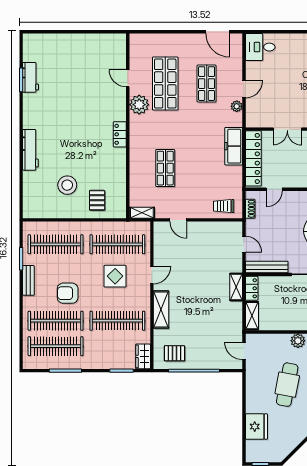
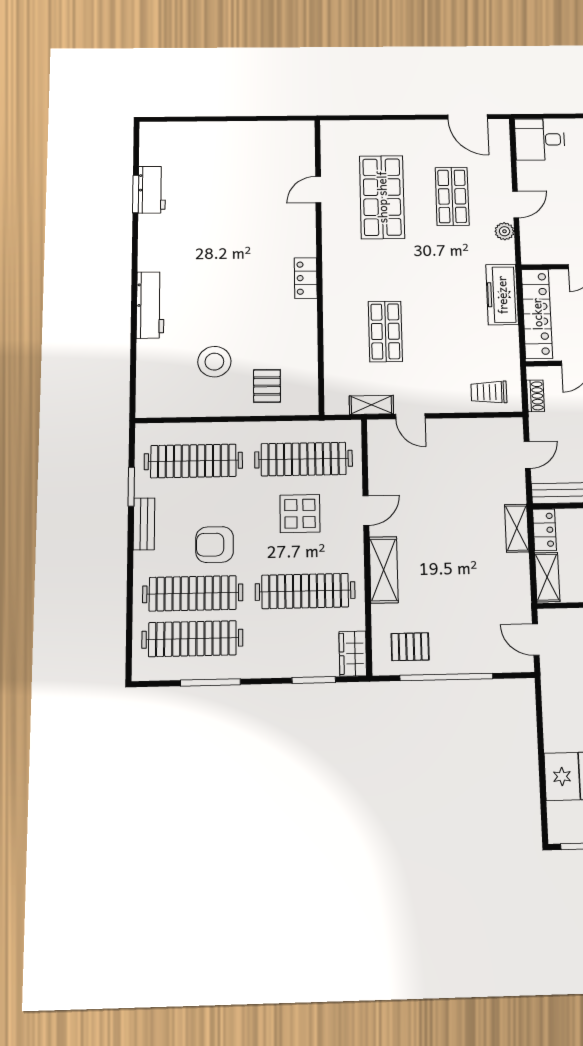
door: (128, 78) -> (318, 190), hinge flipped
plant: (139, 105) -> (338, 231), removed
shelving: (142, 213) -> (371, 405), moved
door: (244, 244) -> (527, 455), hinge flipped

